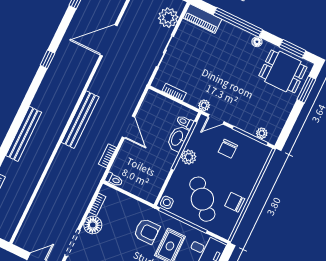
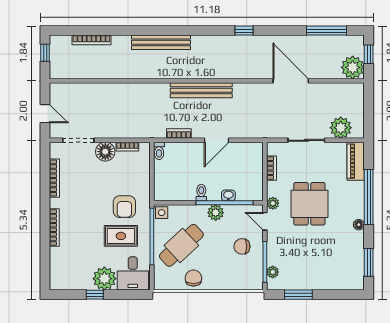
dining table: (283, 71) -> (309, 204), moved
window: (306, 89) -> (298, 295), moved
toilet: (185, 122) -> (201, 193), moved
washbasin: (177, 138) -> (228, 195), width x0.52, depth x0.69

